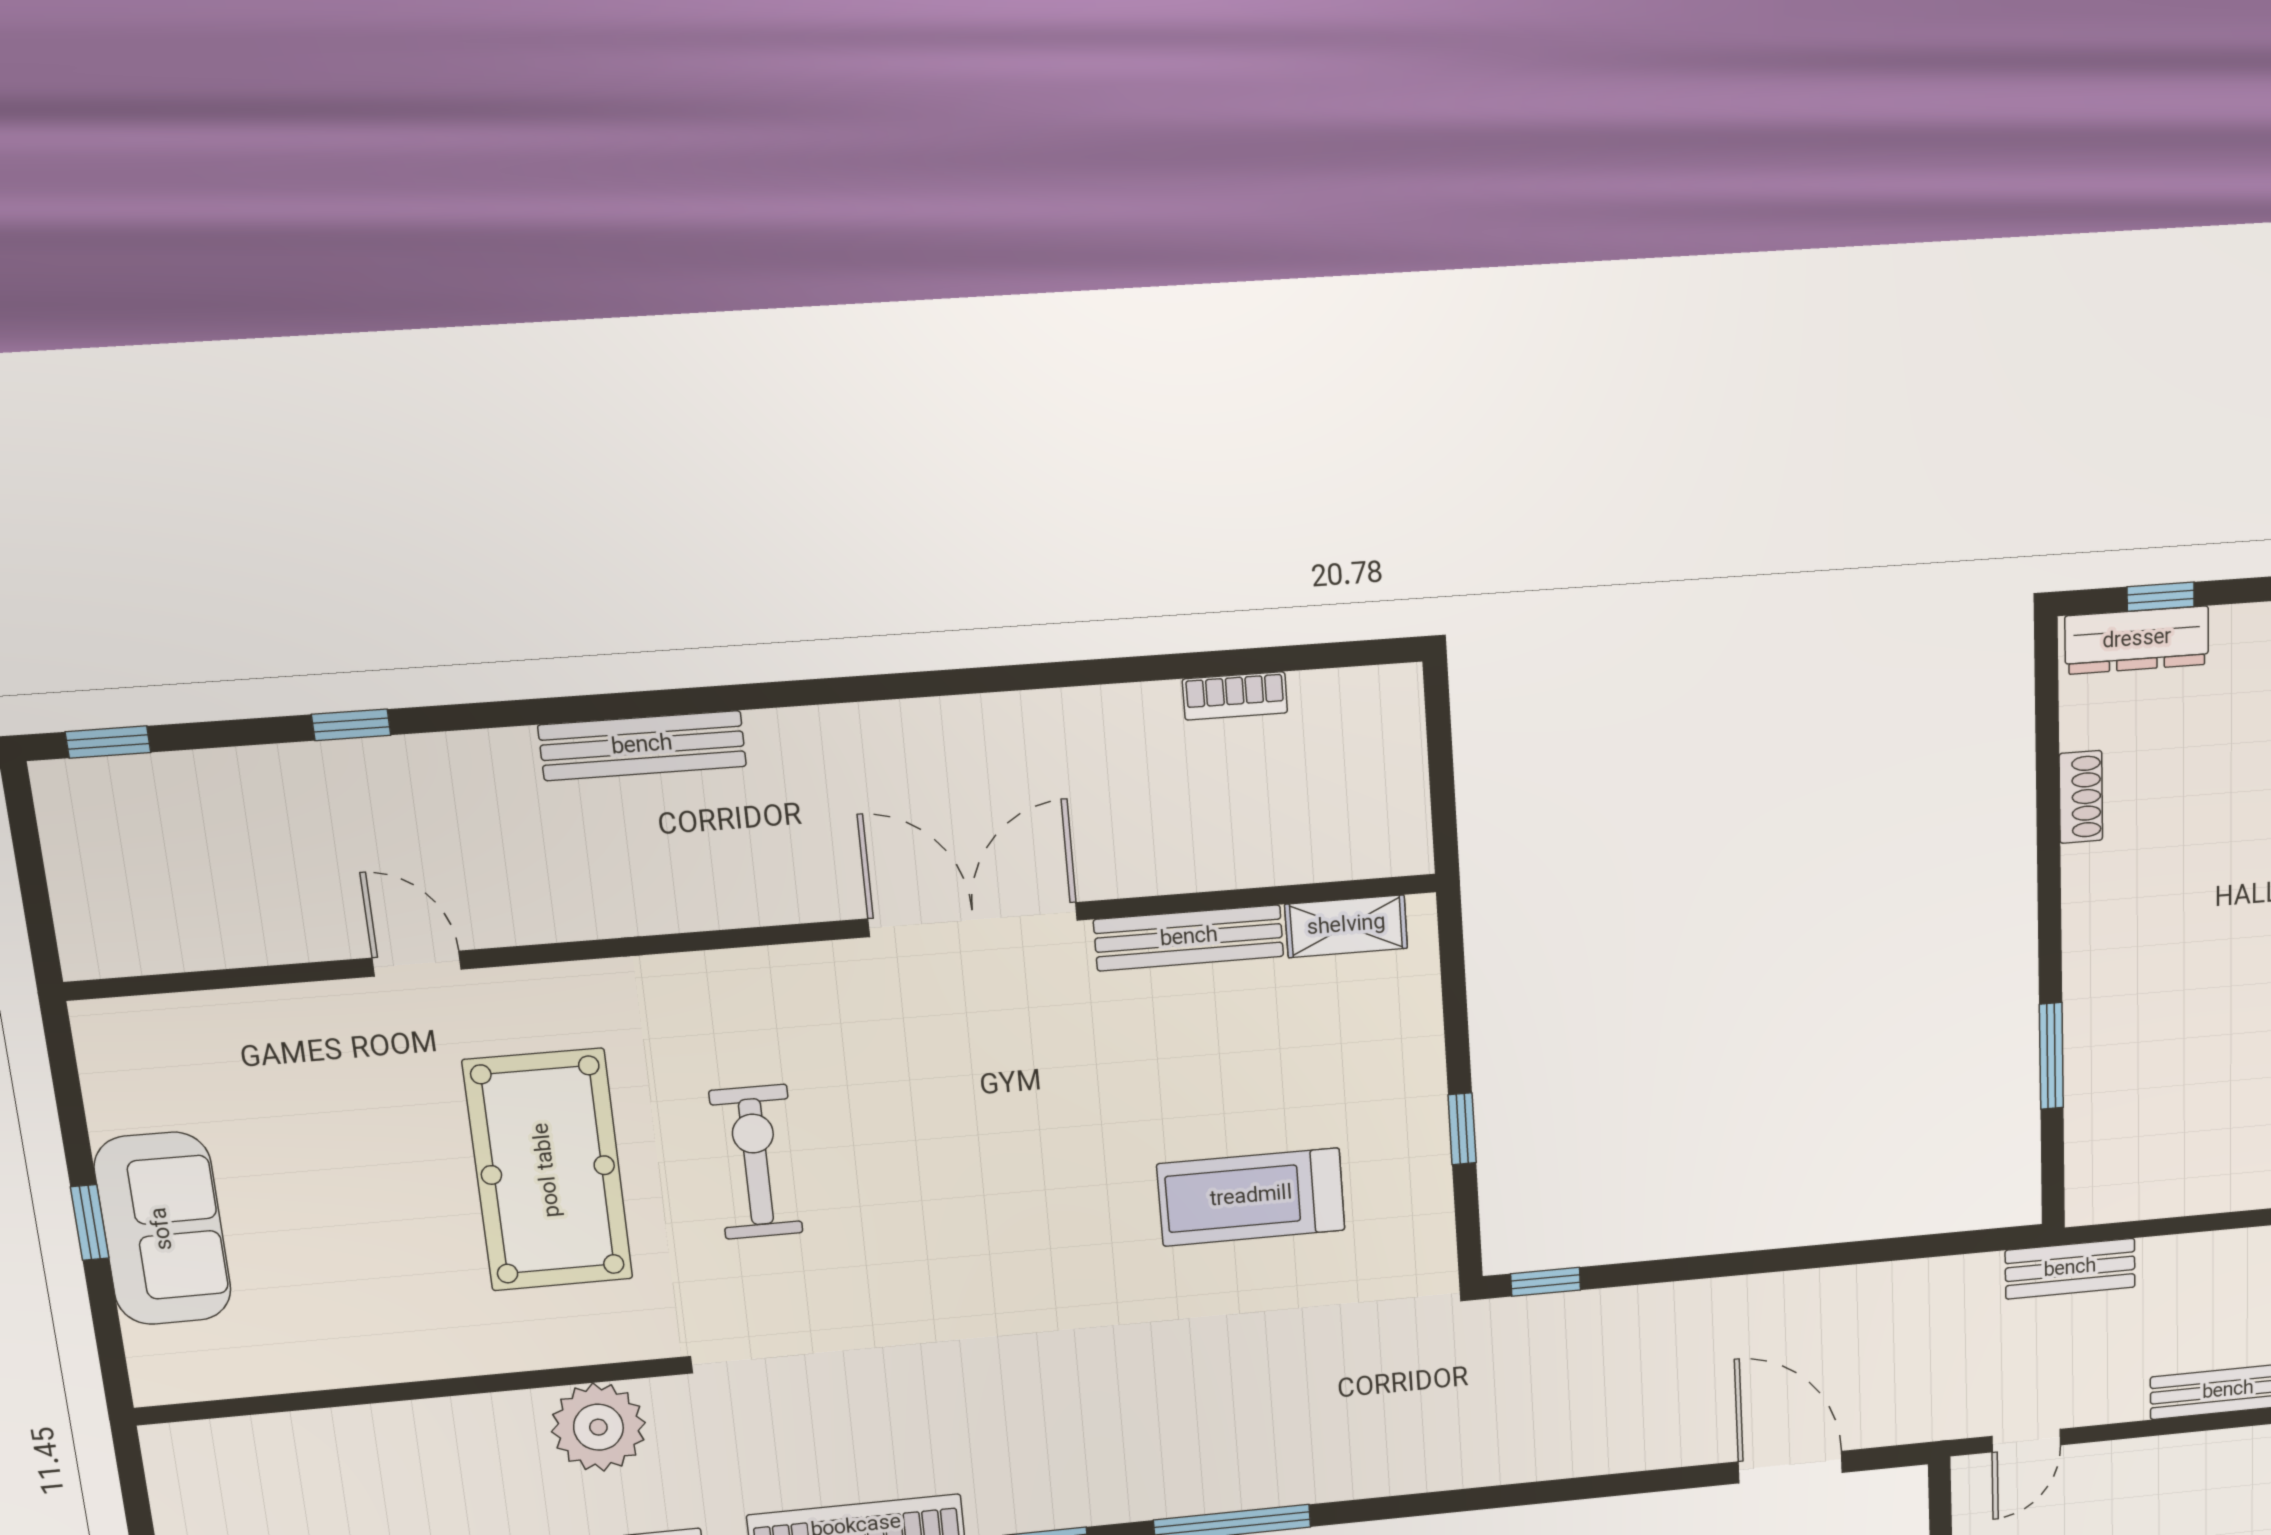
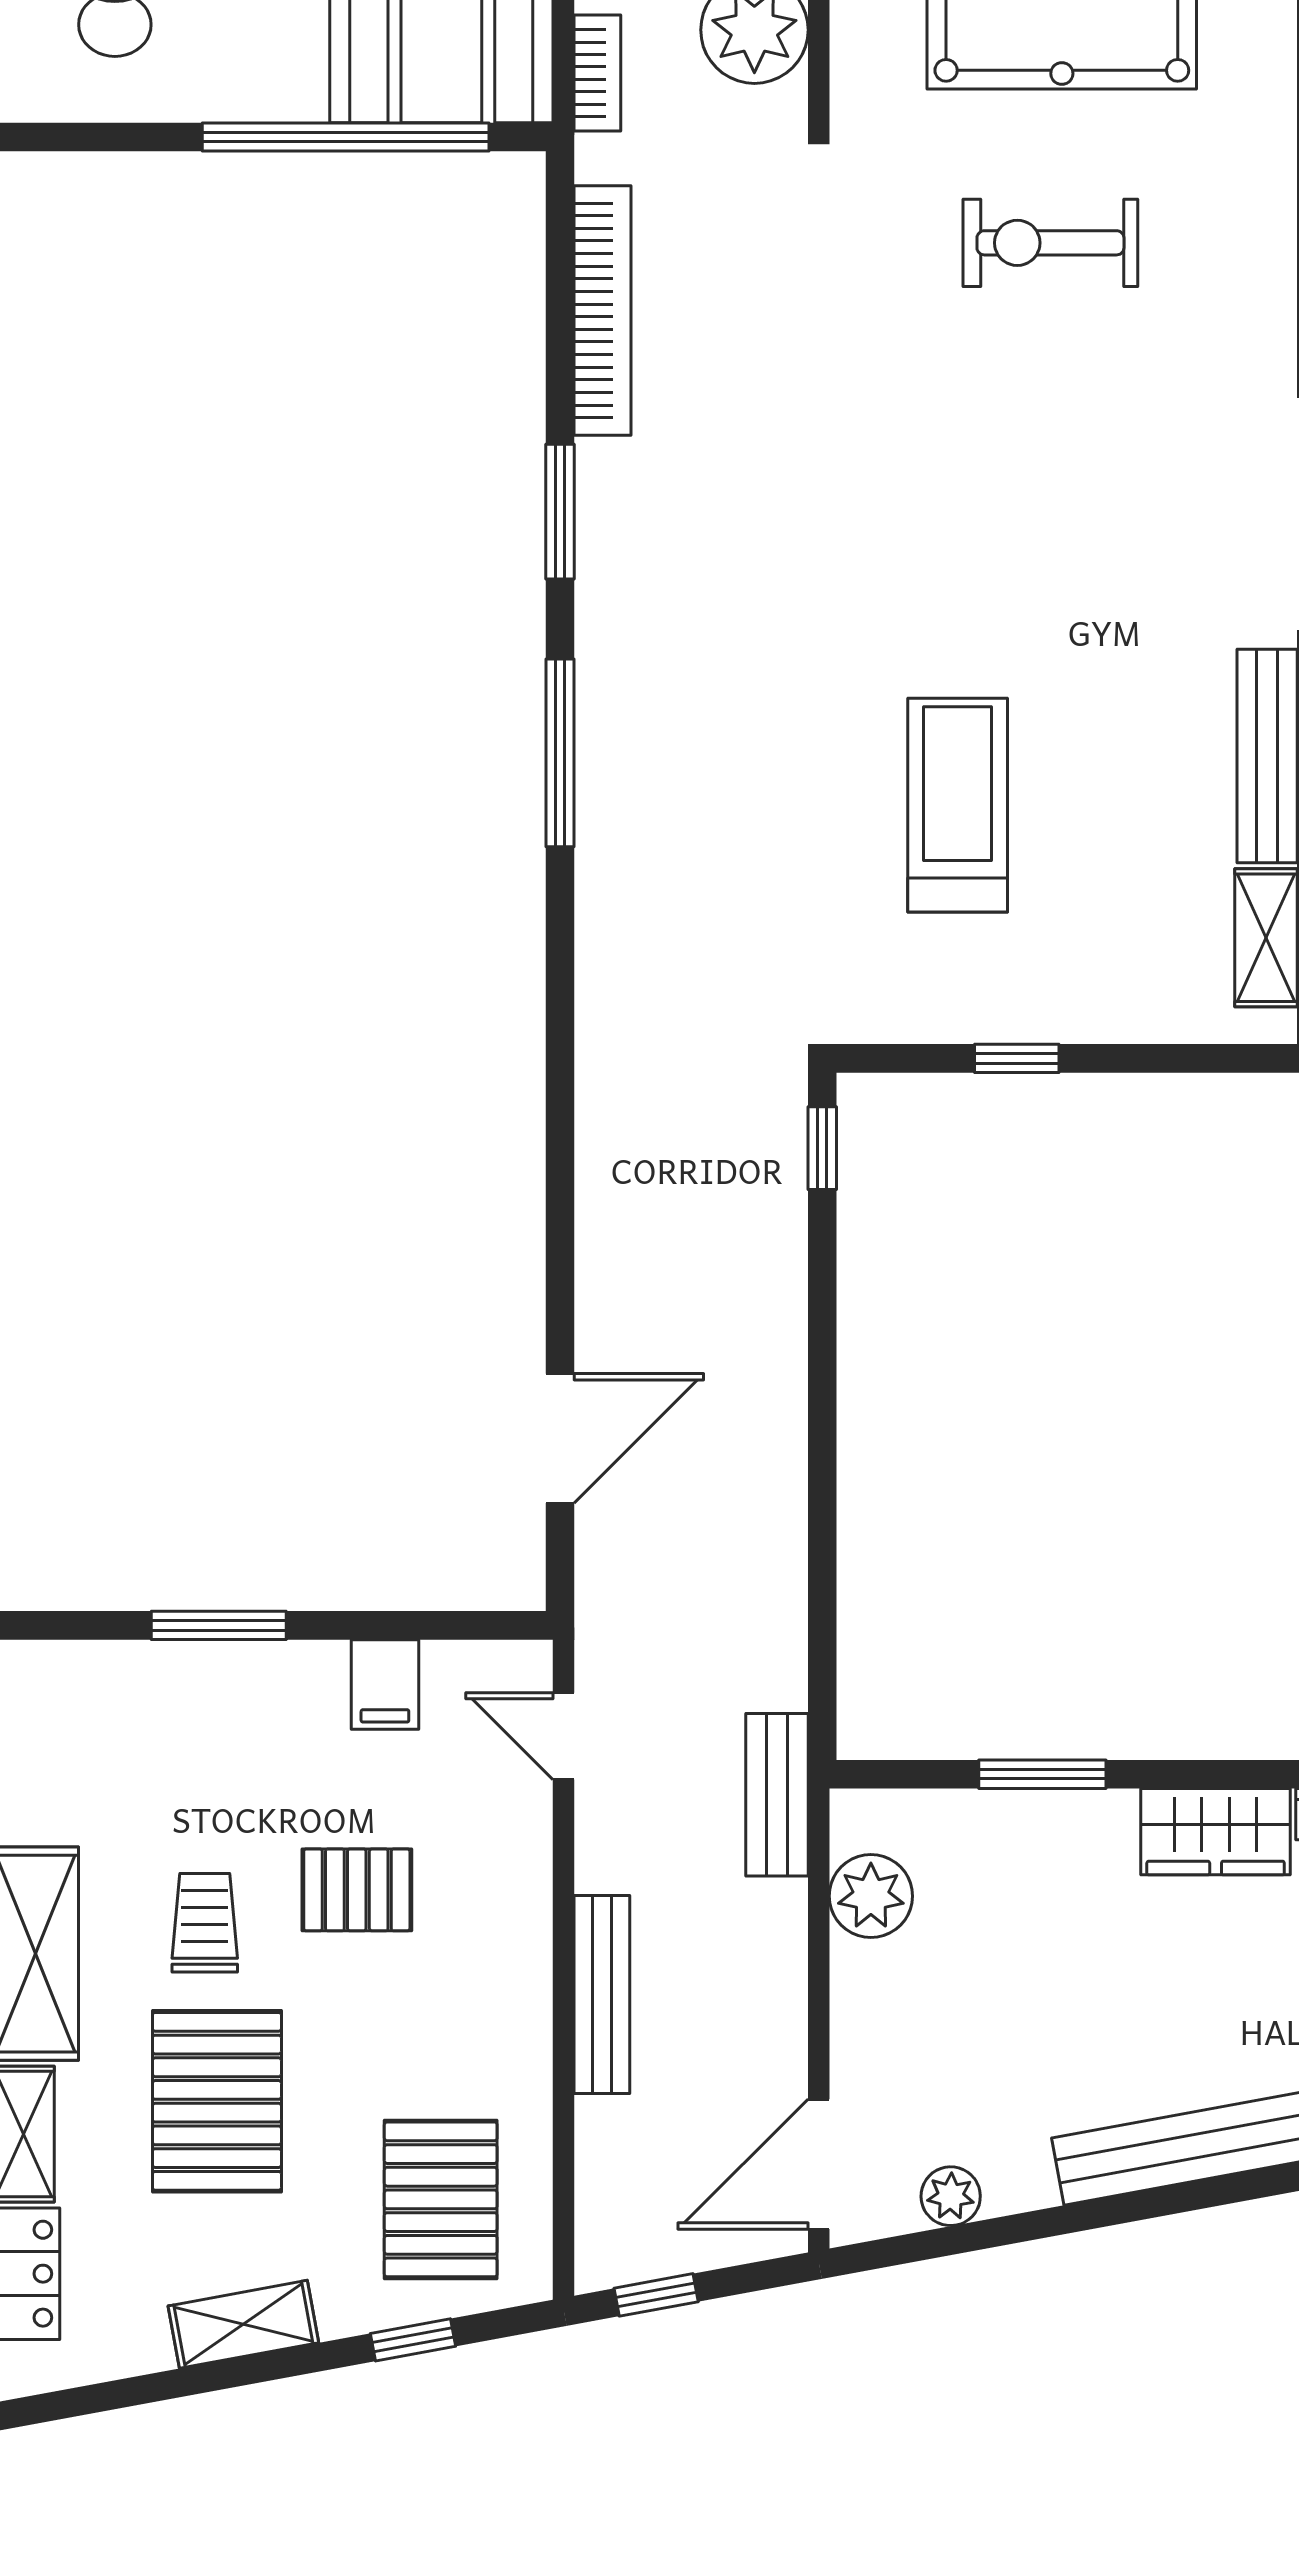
wardrobe: (2096, 908) -> (1216, 1832), added
exercise bike: (756, 1162) -> (1050, 243), turned 180
plant: (2150, 1186) -> (871, 1896), added

